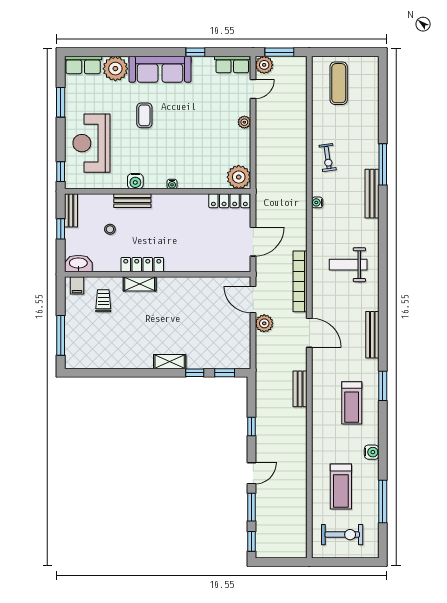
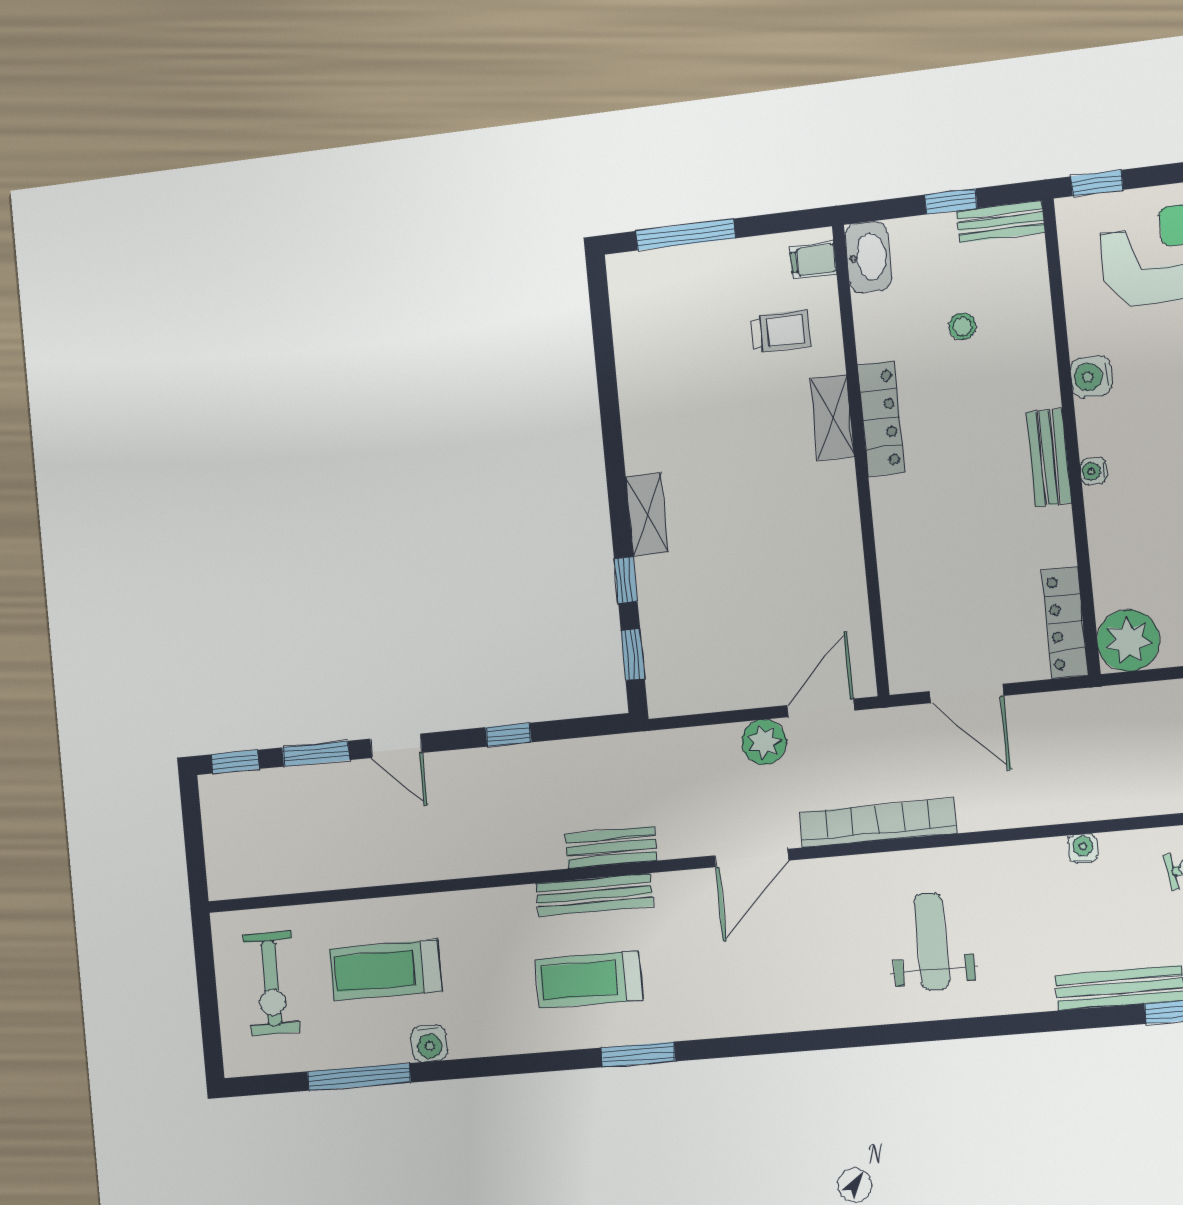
bench: (132, 201) -> (1049, 457), moved
bench: (372, 335) -> (594, 895), moved
water cooler: (372, 452) -> (429, 1043), moved

